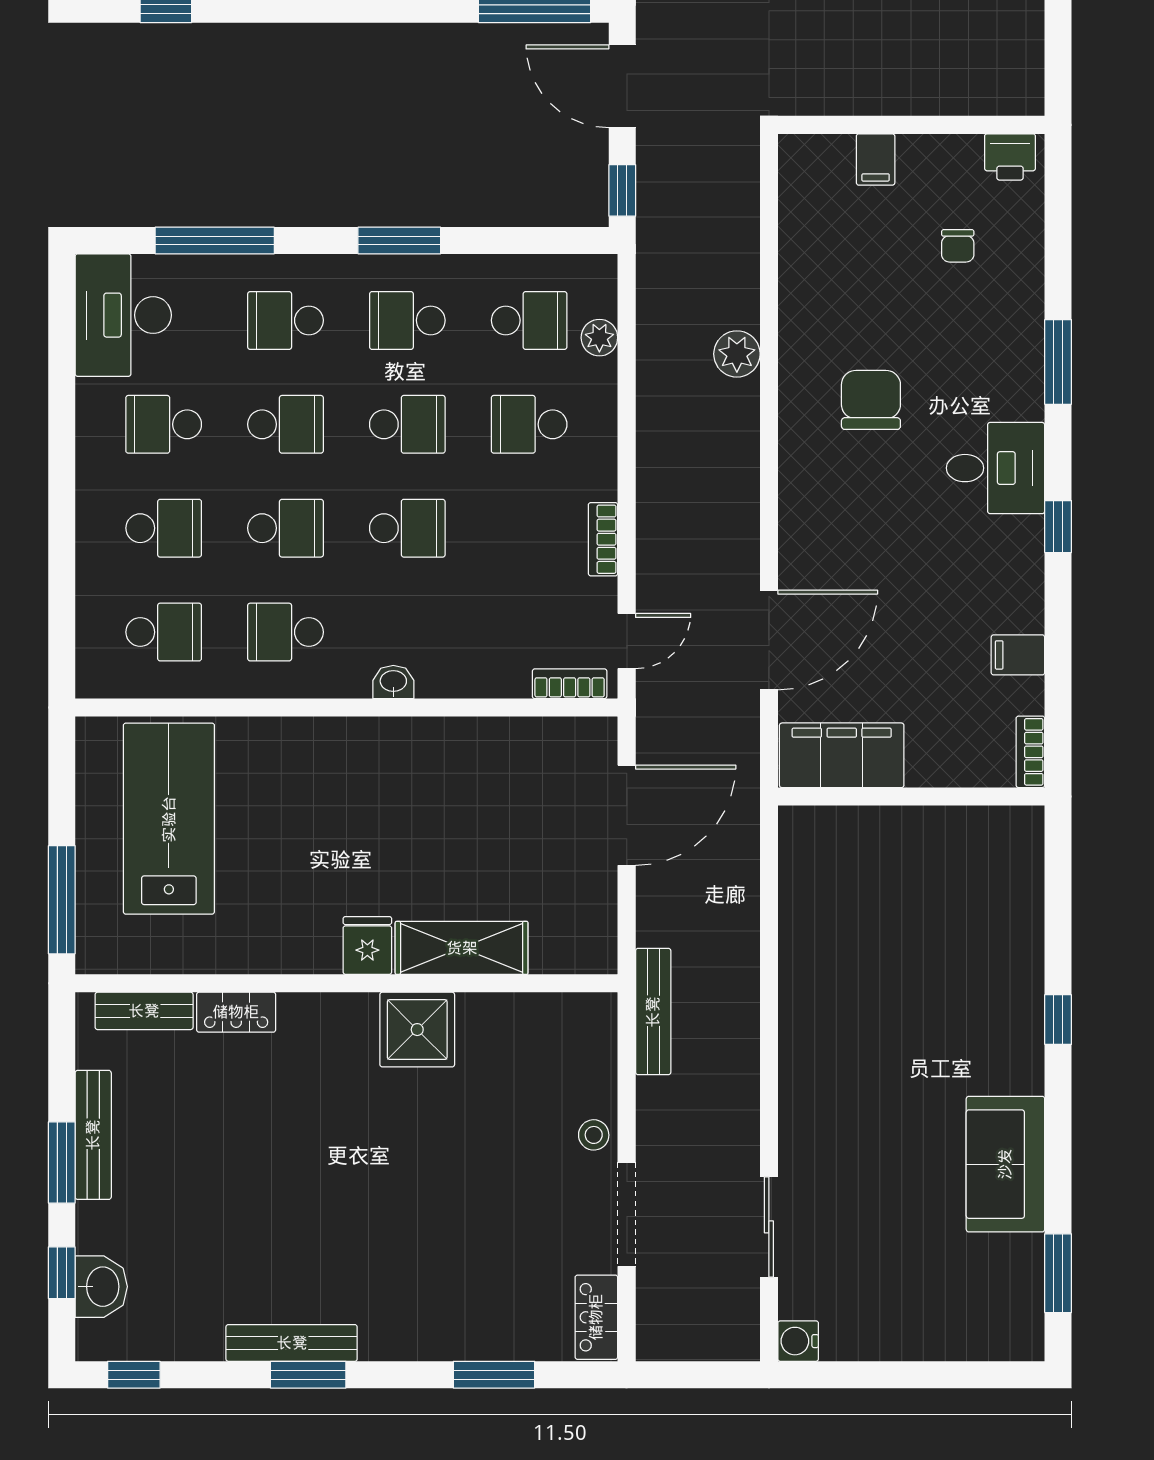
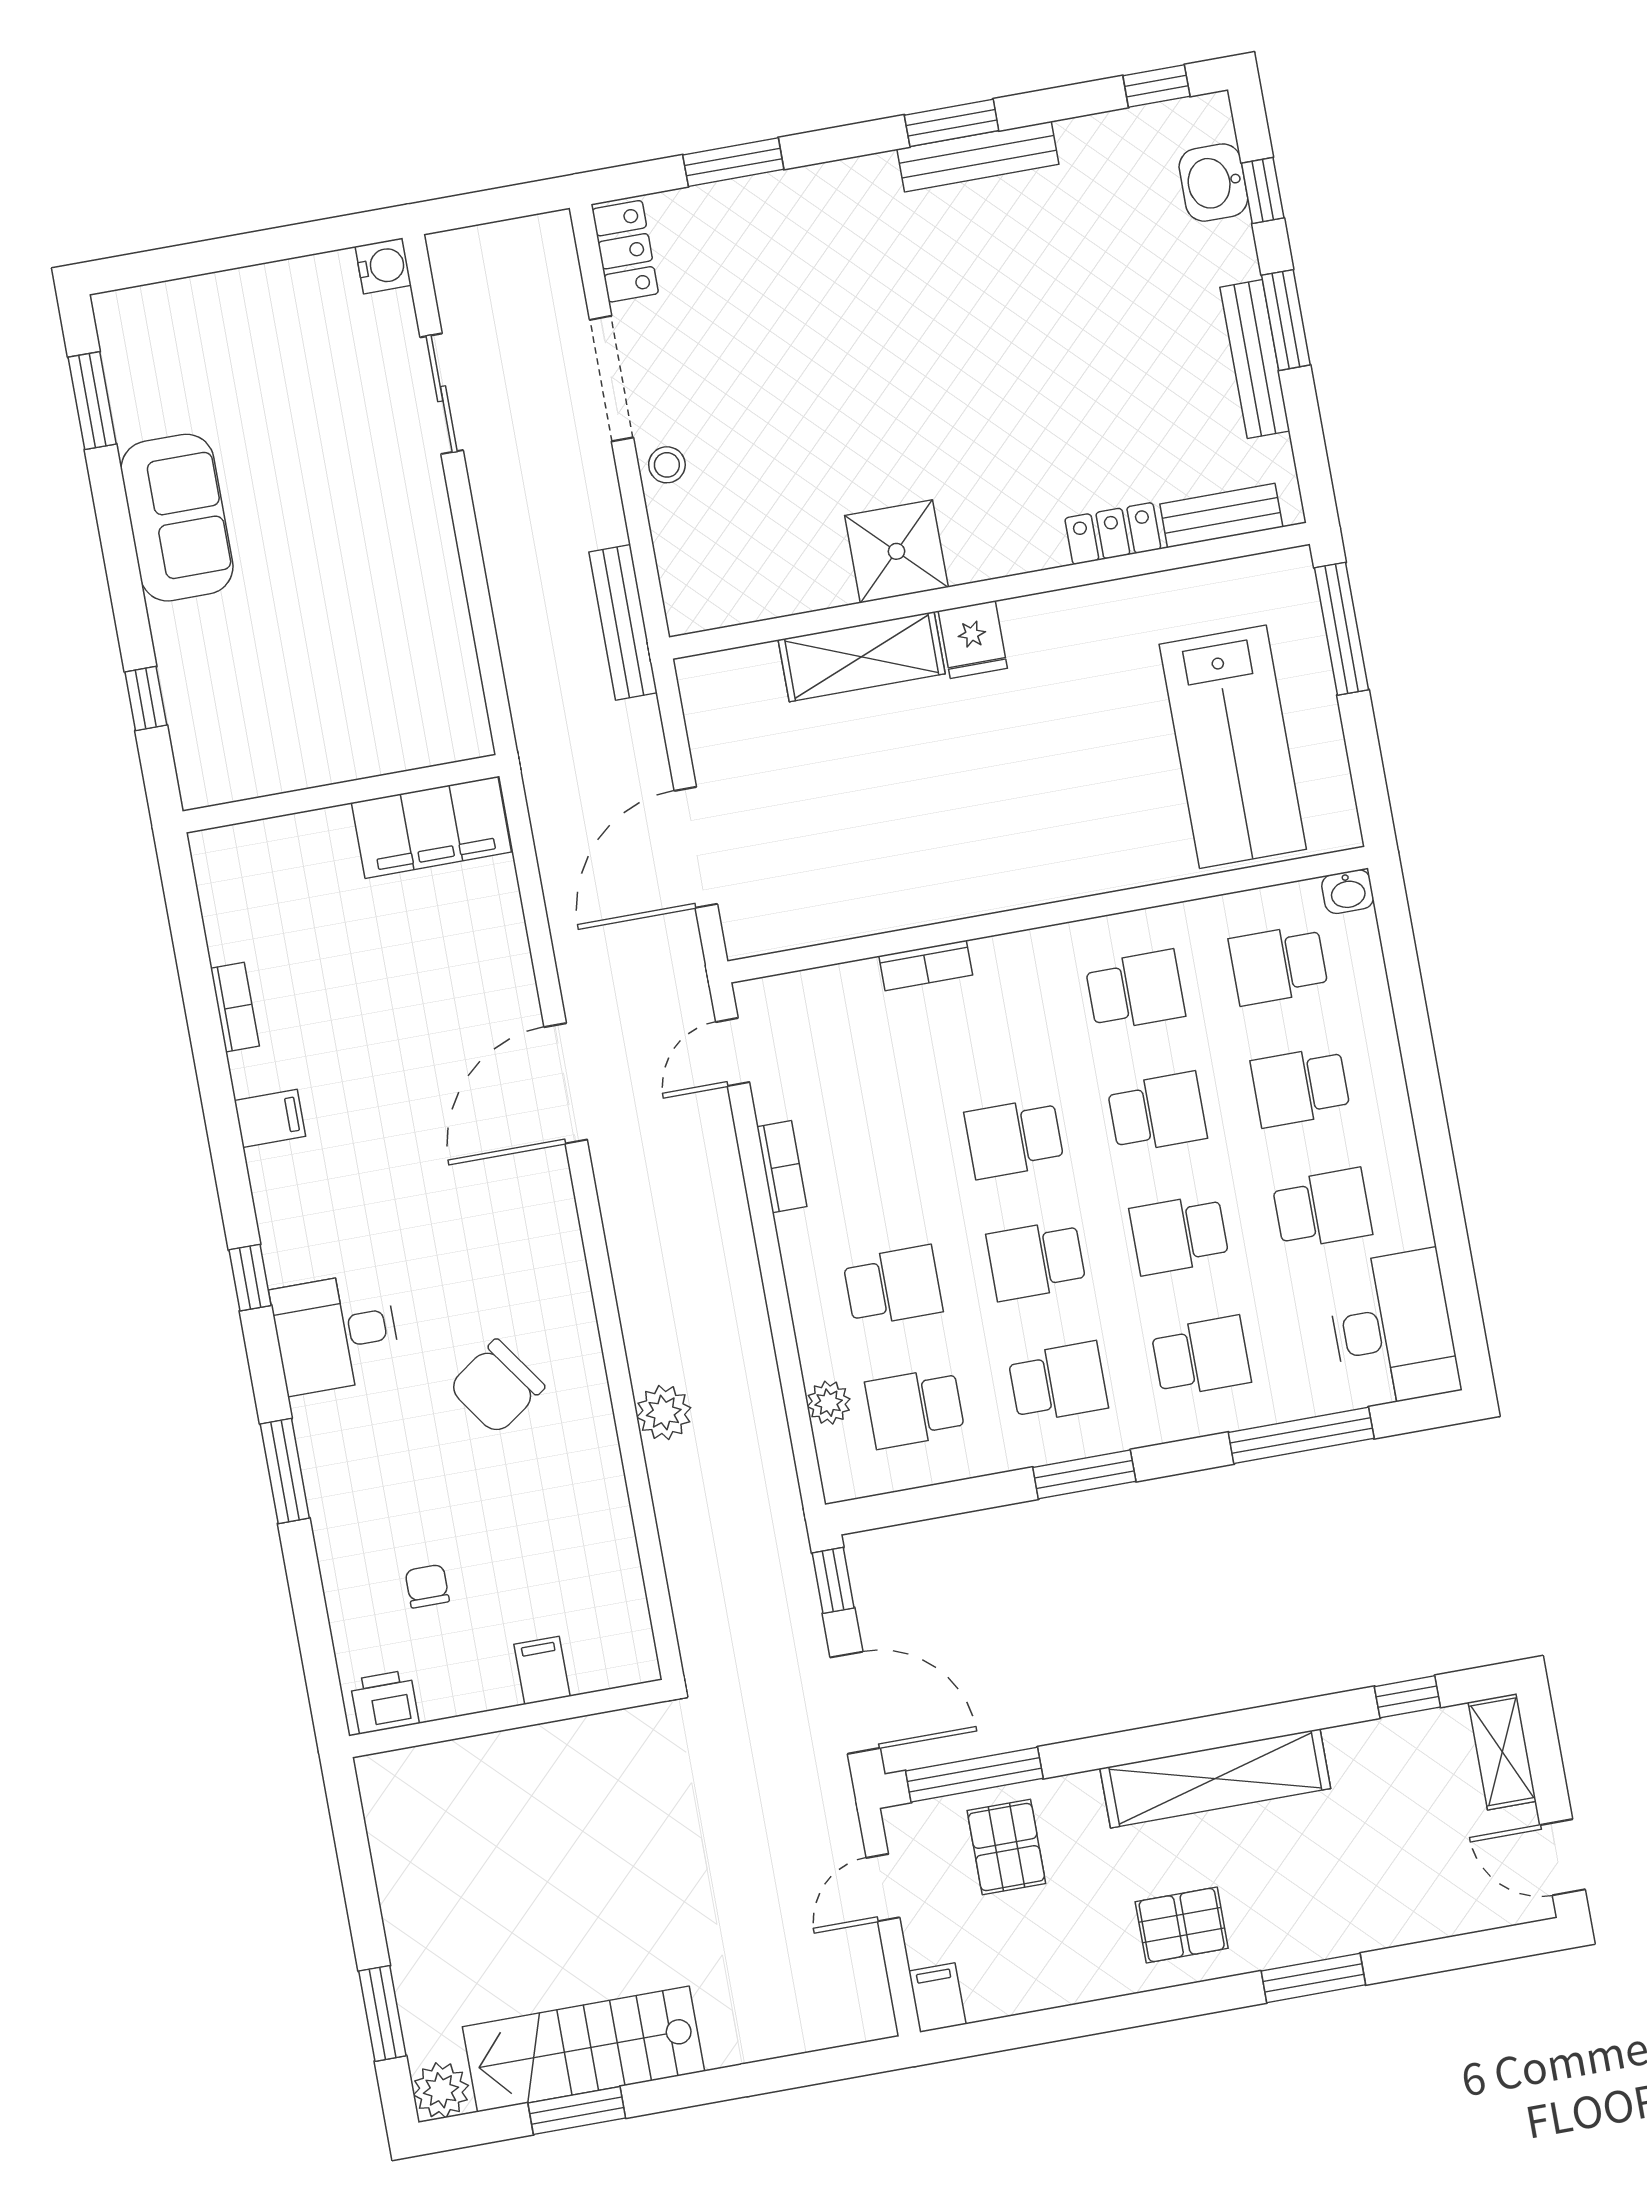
chair: (871, 400) -> (497, 1387), turned 55
school desk: (285, 528) -> (1157, 1112), turned 180
washbasin: (393, 682) -> (1348, 892), moved
bookcase: (570, 684) -> (926, 965), moved
filing cabinet: (842, 755) -> (431, 827), moved
wall: (911, 796) -> (341, 794), moved

